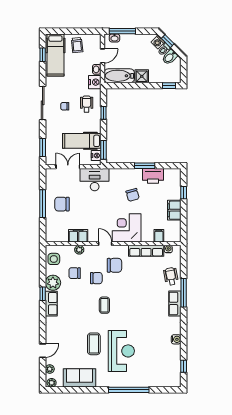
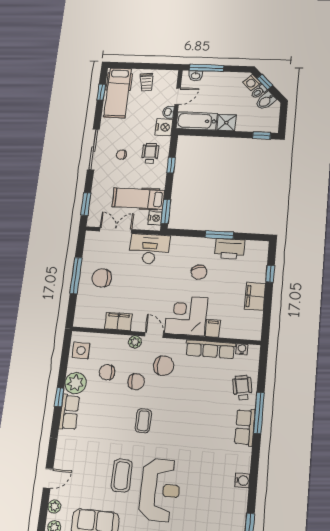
filing cabinet: (159, 236) -> (213, 328), moved
plant: (79, 250) -> (135, 342), moved

